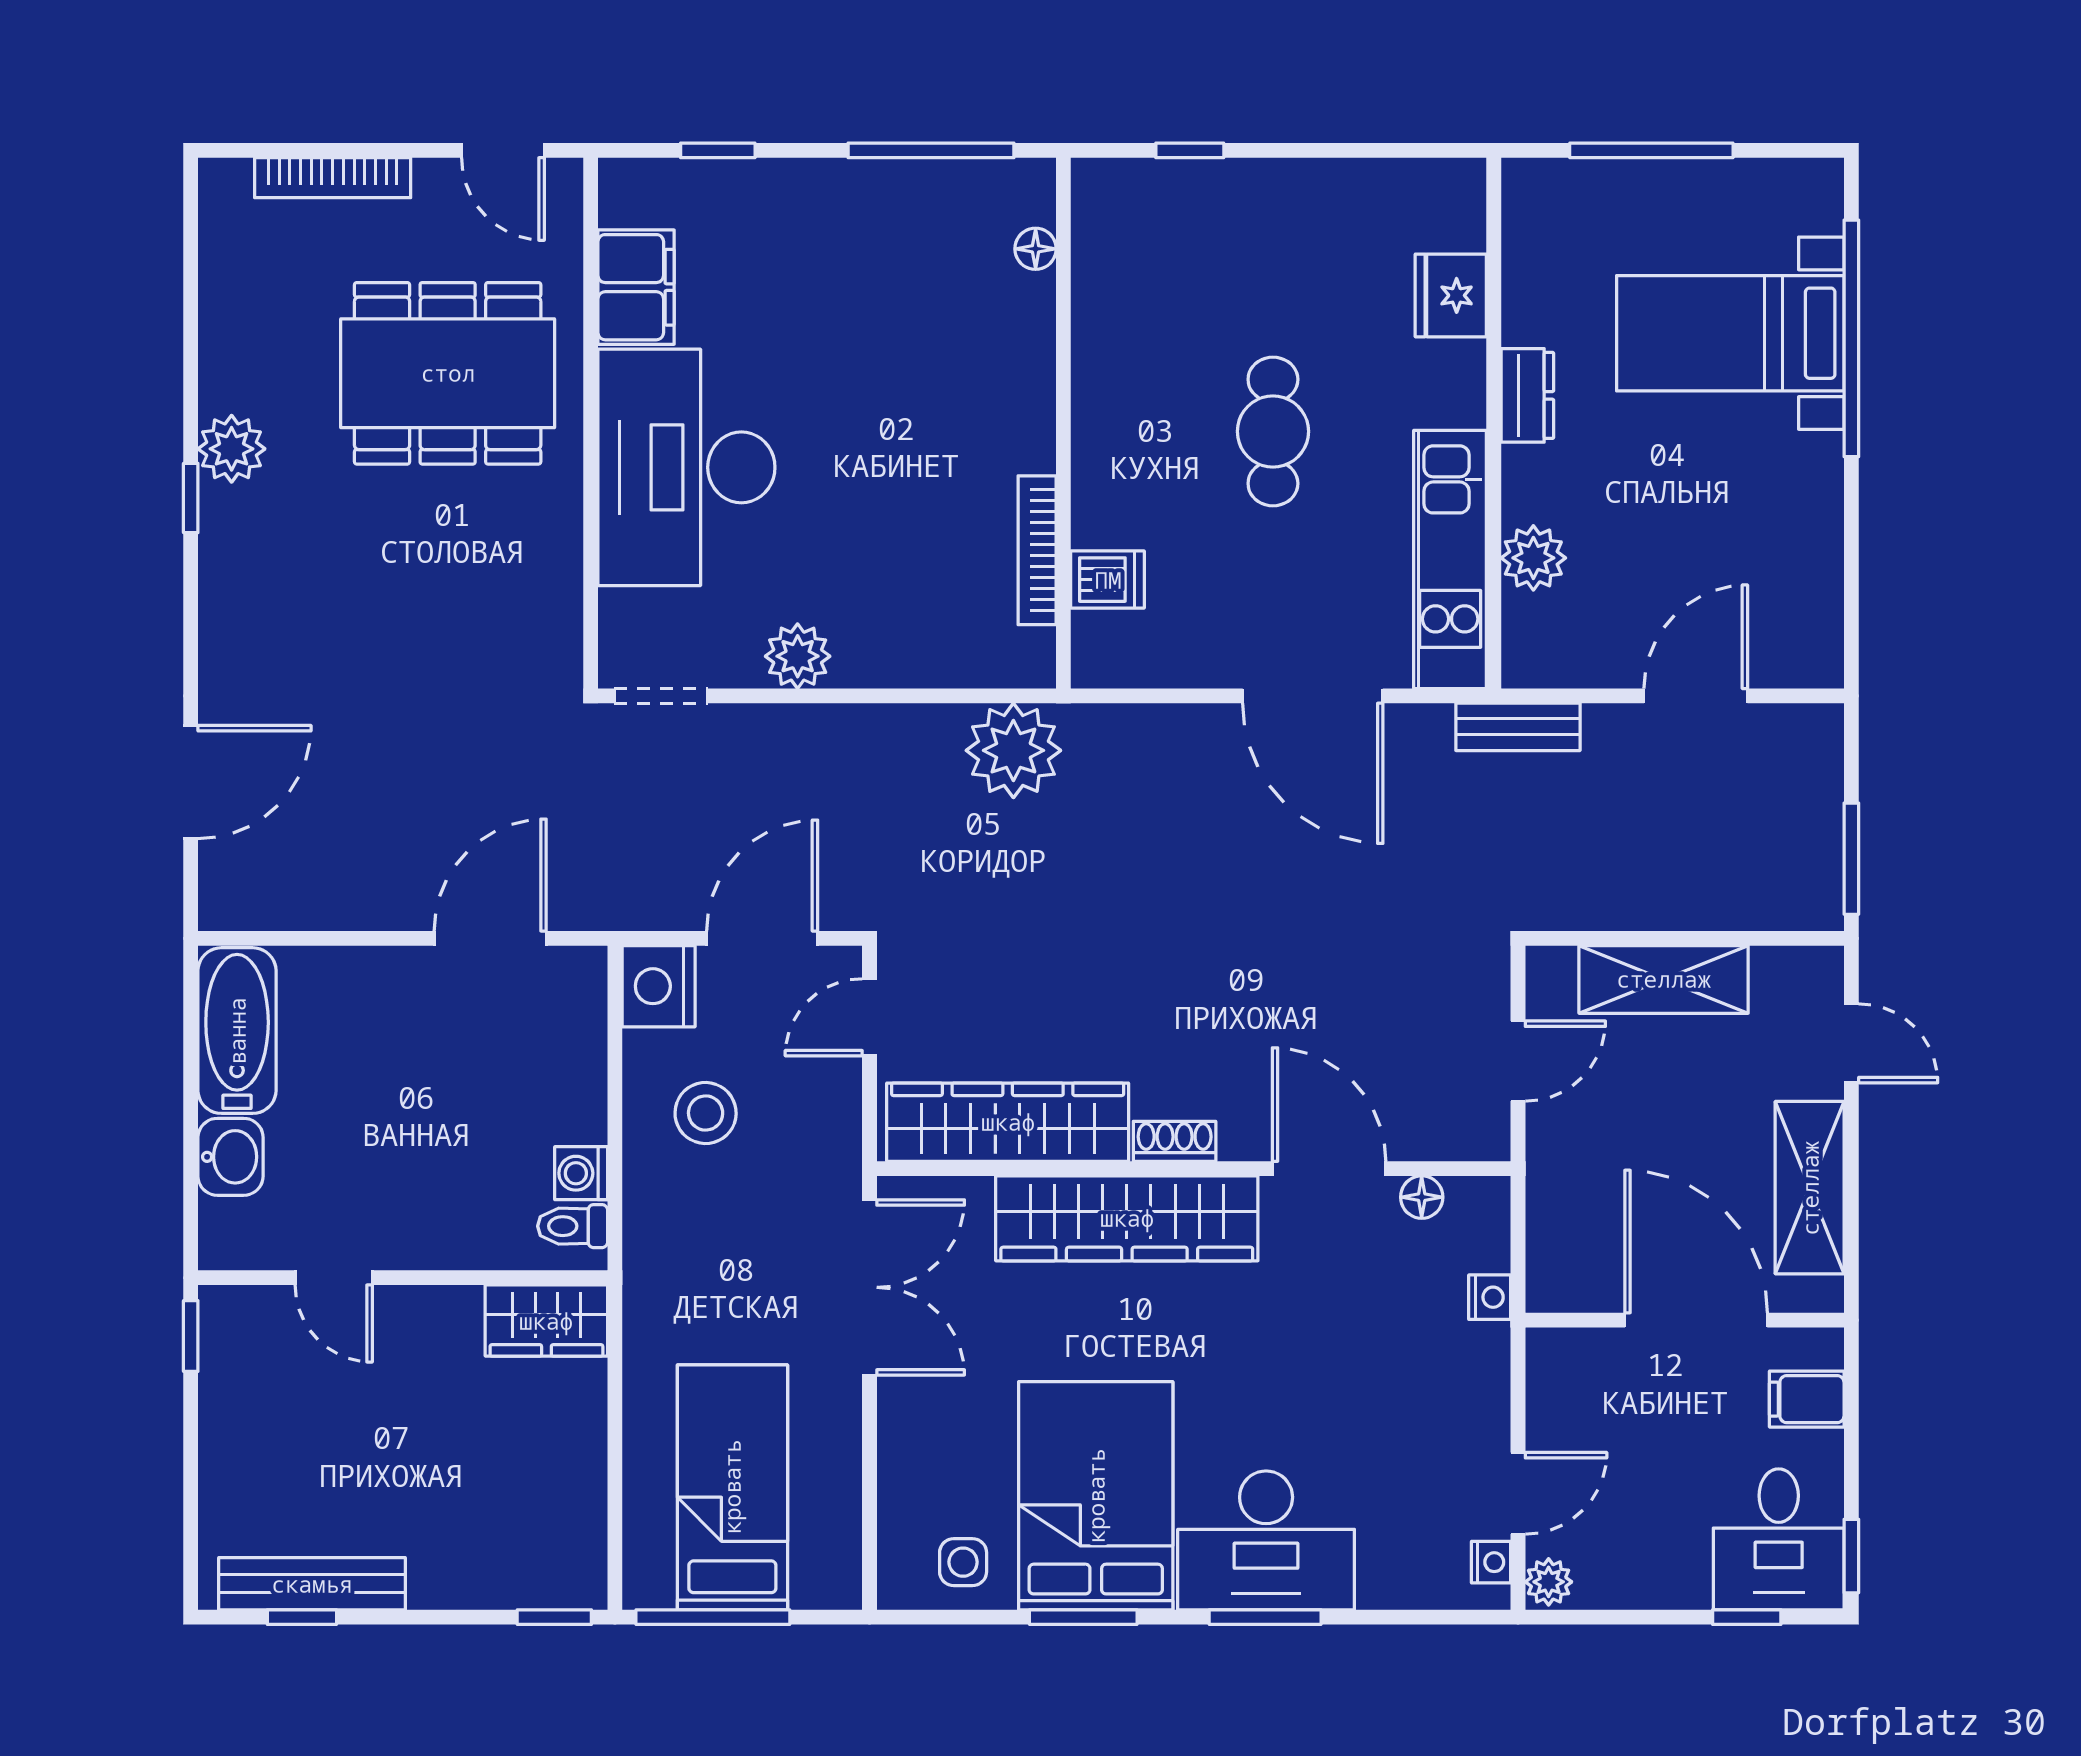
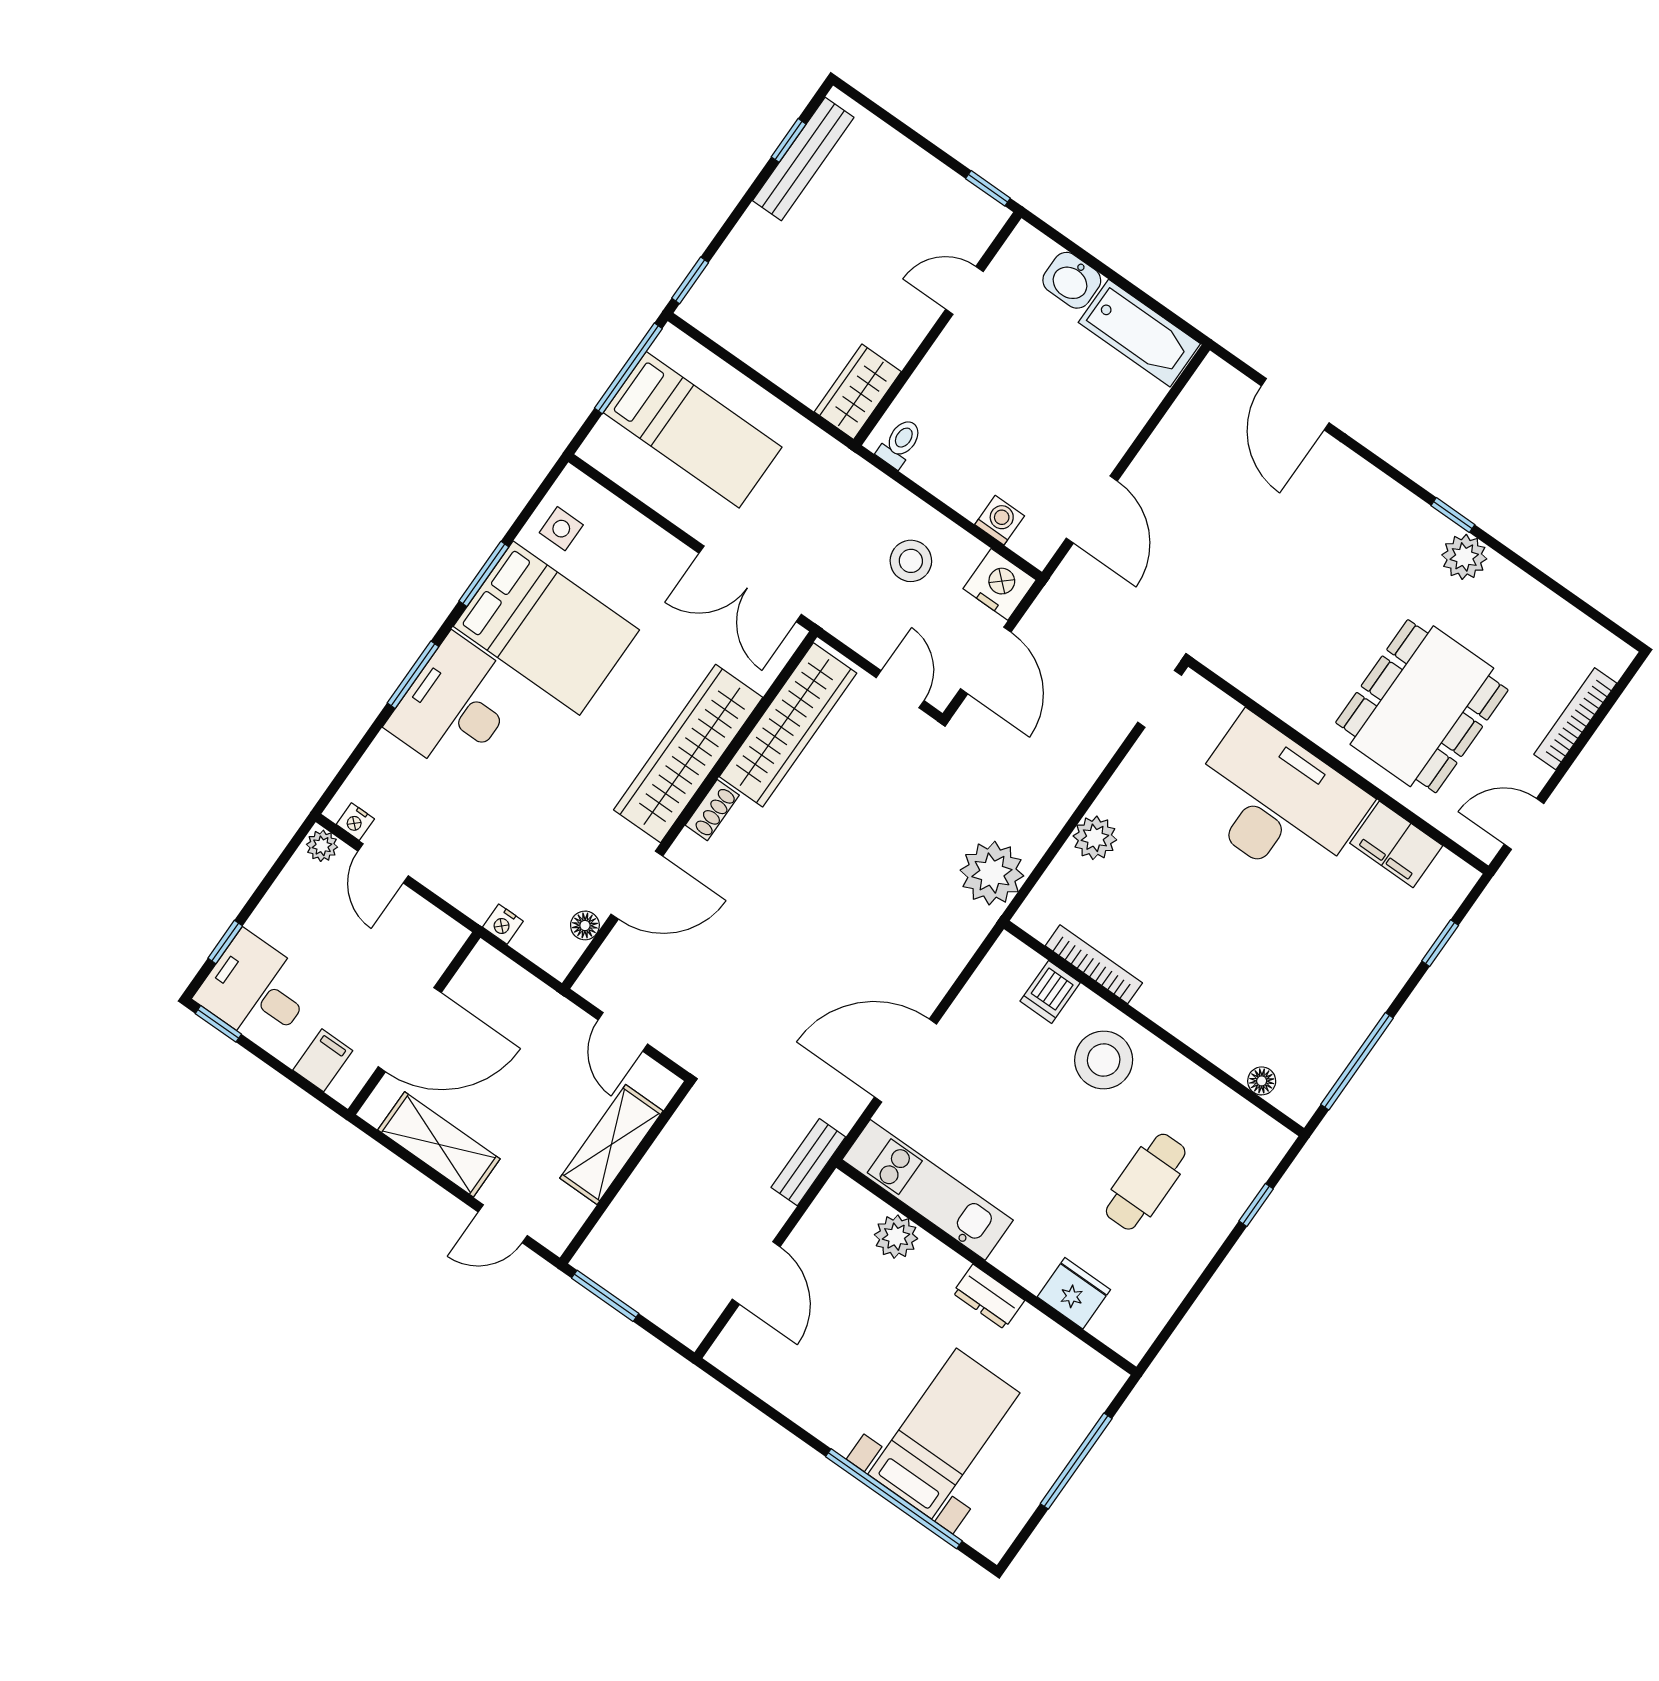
cafe table: (1273, 431) -> (1146, 1182), moved, turned 90
stool: (1144, 457) -> (1104, 1060), added
plant: (798, 656) -> (1095, 838), moved
washing machine: (581, 1173) -> (1000, 520), moved

